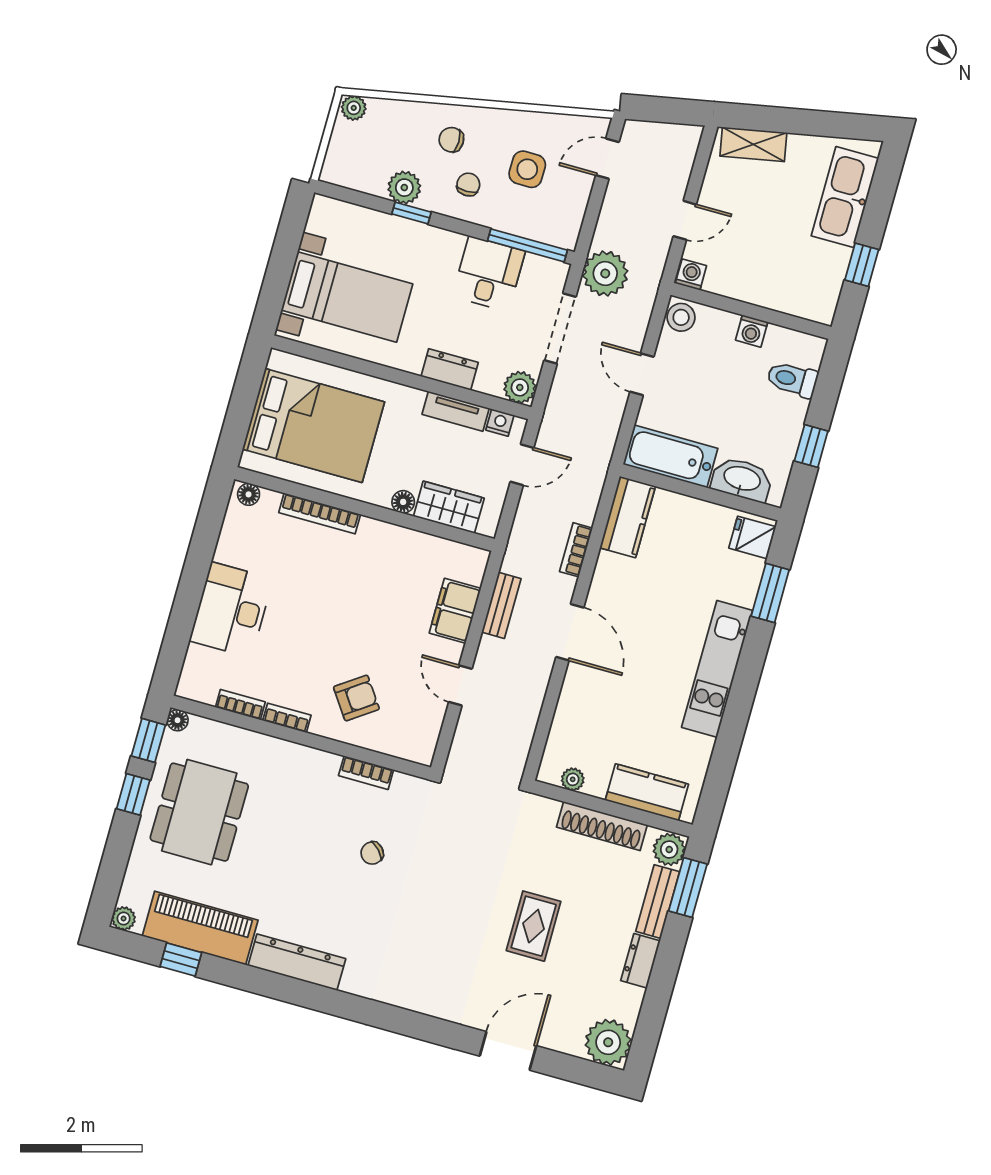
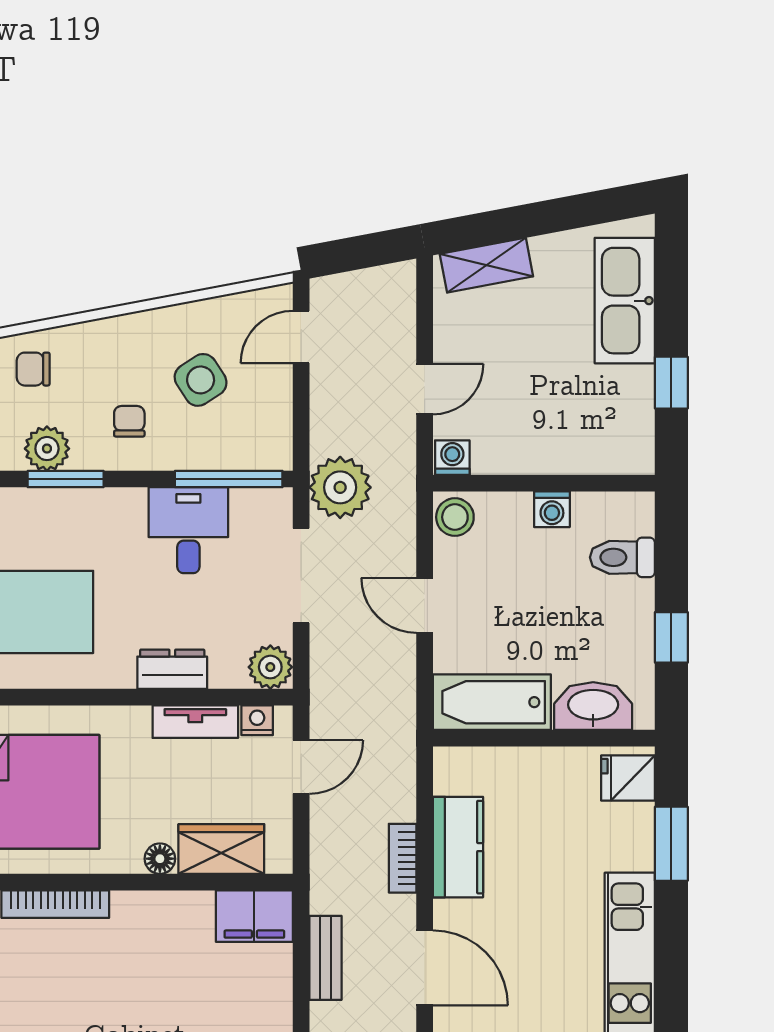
chair: (451, 140) -> (33, 369), moved
side table: (527, 169) -> (201, 380), turned -33
window: (412, 213) -> (66, 479), width x1.50
kitchen counter: (628, 517) -> (458, 847), moved
filing cabinet: (455, 611) -> (254, 916), moved, turned -90

